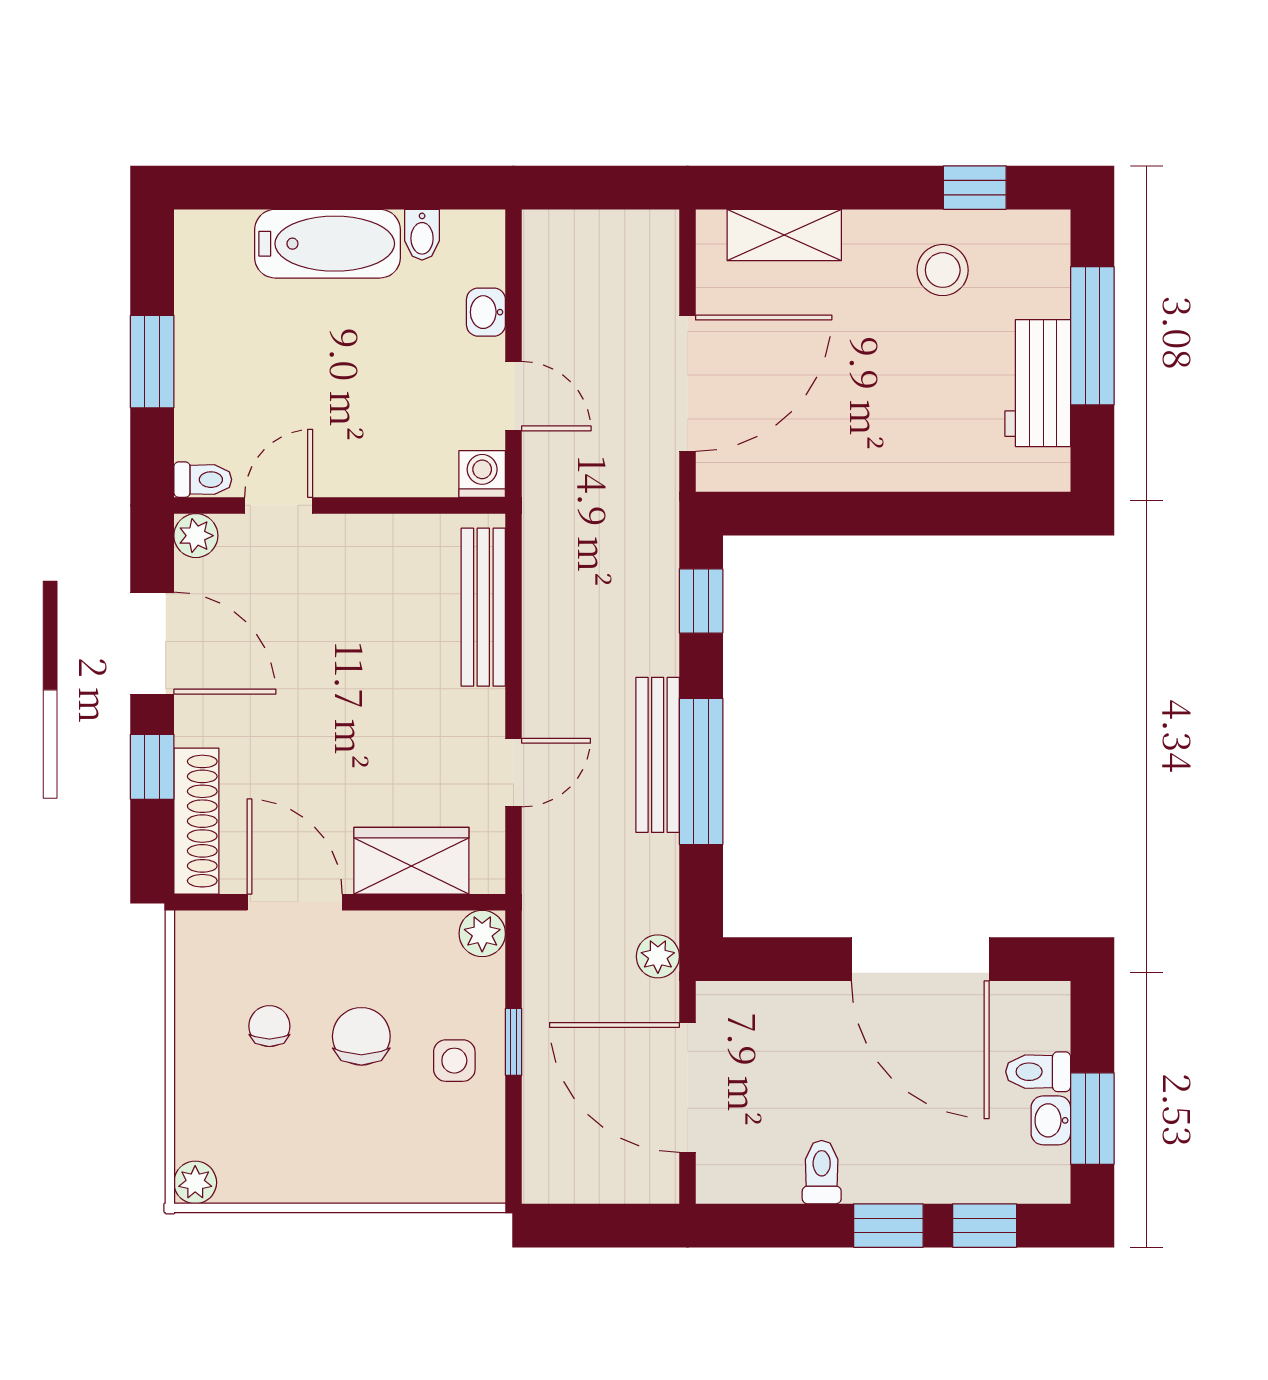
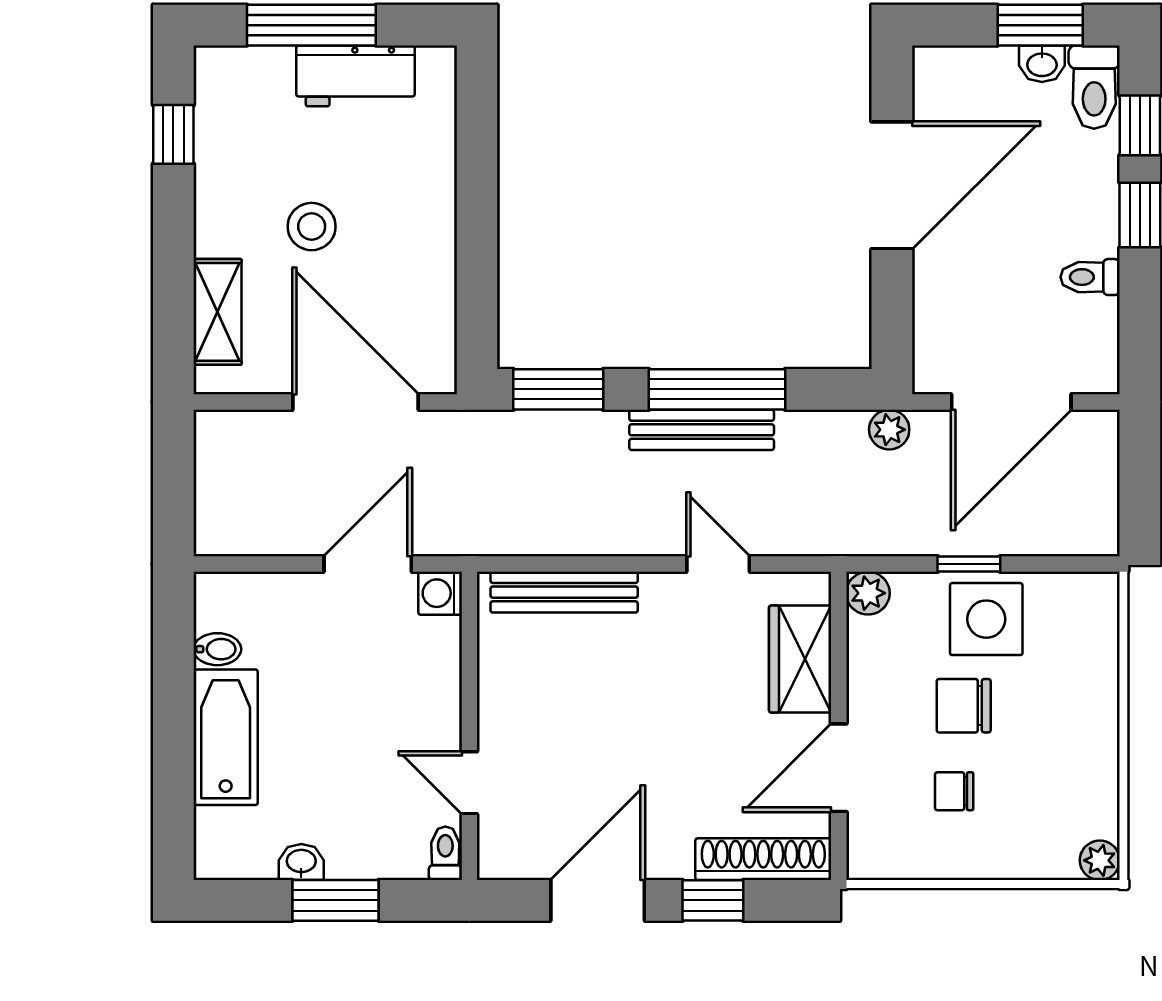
stool: (943, 270) -> (312, 227), moved
washbasin: (486, 312) -> (301, 862), moved, turned 180
door: (514, 396) -> (368, 564), width x1.38
plant: (196, 536) -> (497, 860), removed
window: (701, 601) -> (558, 389), width x1.50
side table: (454, 1061) -> (986, 619), width x1.87, depth x1.87
toilet: (1038, 1072) -> (1094, 87), moved, width x1.37, depth x1.39

